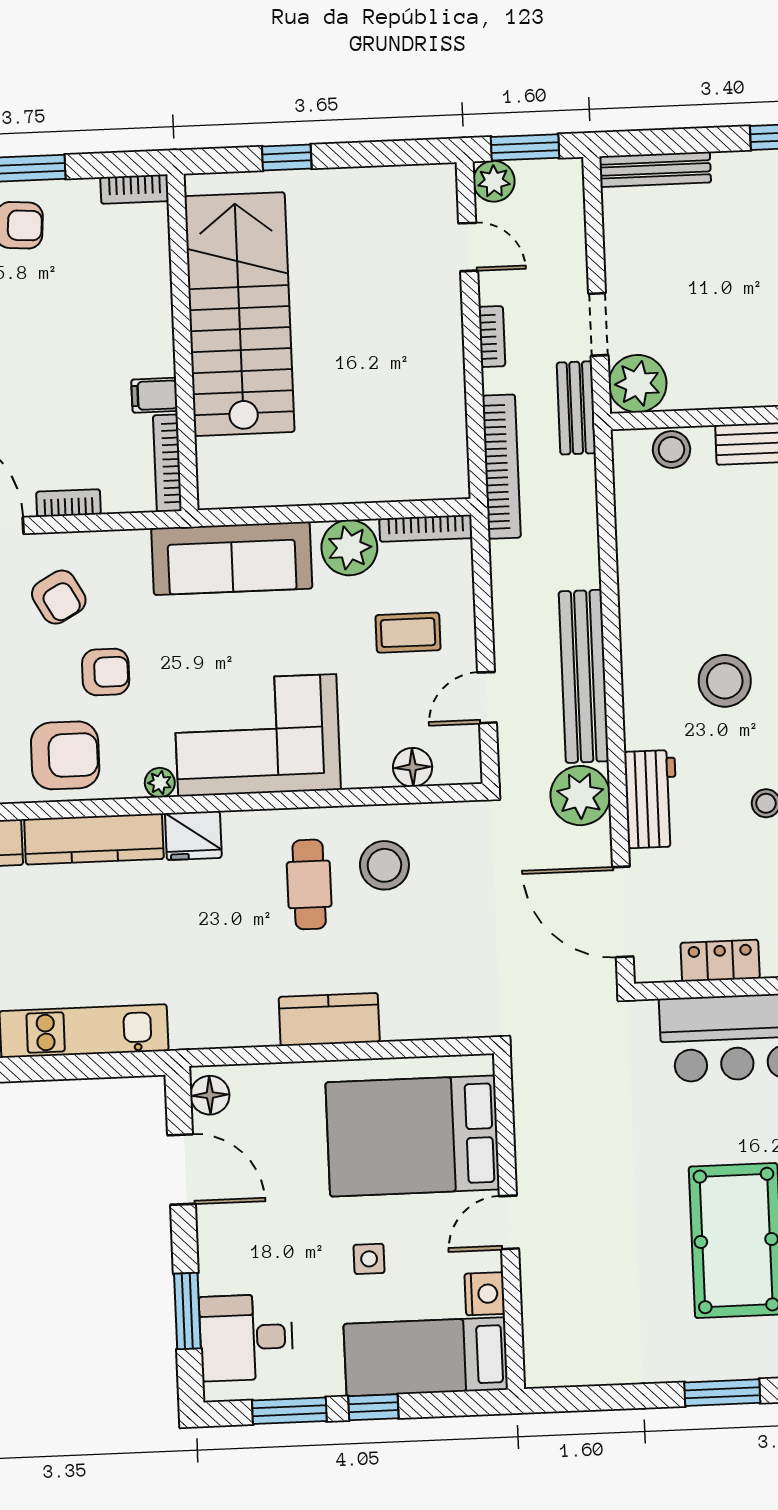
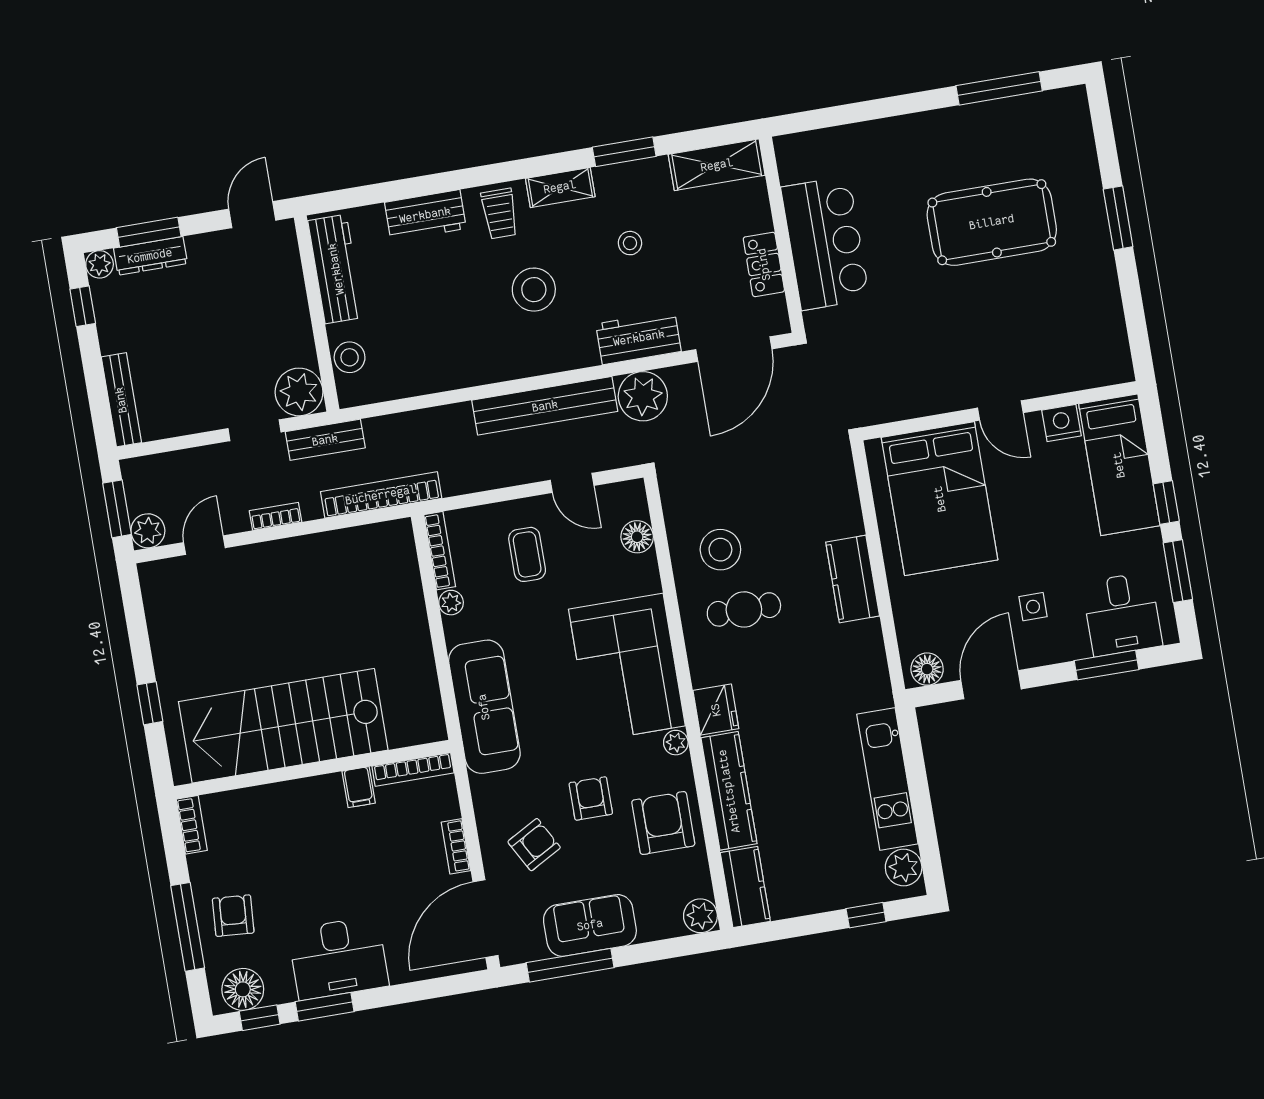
plant: (349, 548) -> (451, 603), width x0.53, depth x0.53
side table: (369, 1259) -> (1033, 607), moved

